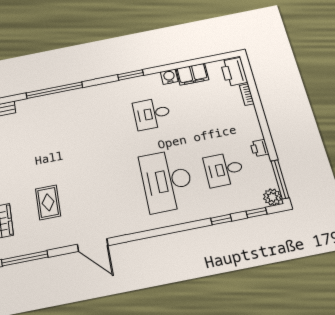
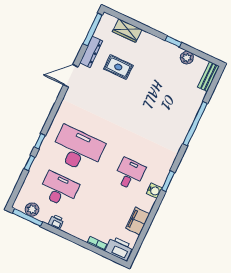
water cooler: (169, 77) -> (154, 191), moved
desk: (224, 169) -> (59, 189), width x1.37
plant: (272, 197) -> (32, 209), moved
window: (257, 213) -> (40, 141), moved
dresser: (51, 242) -> (91, 52), added

